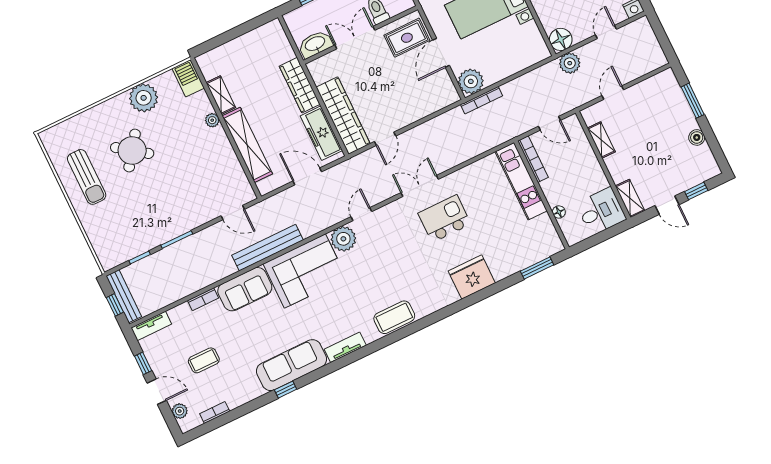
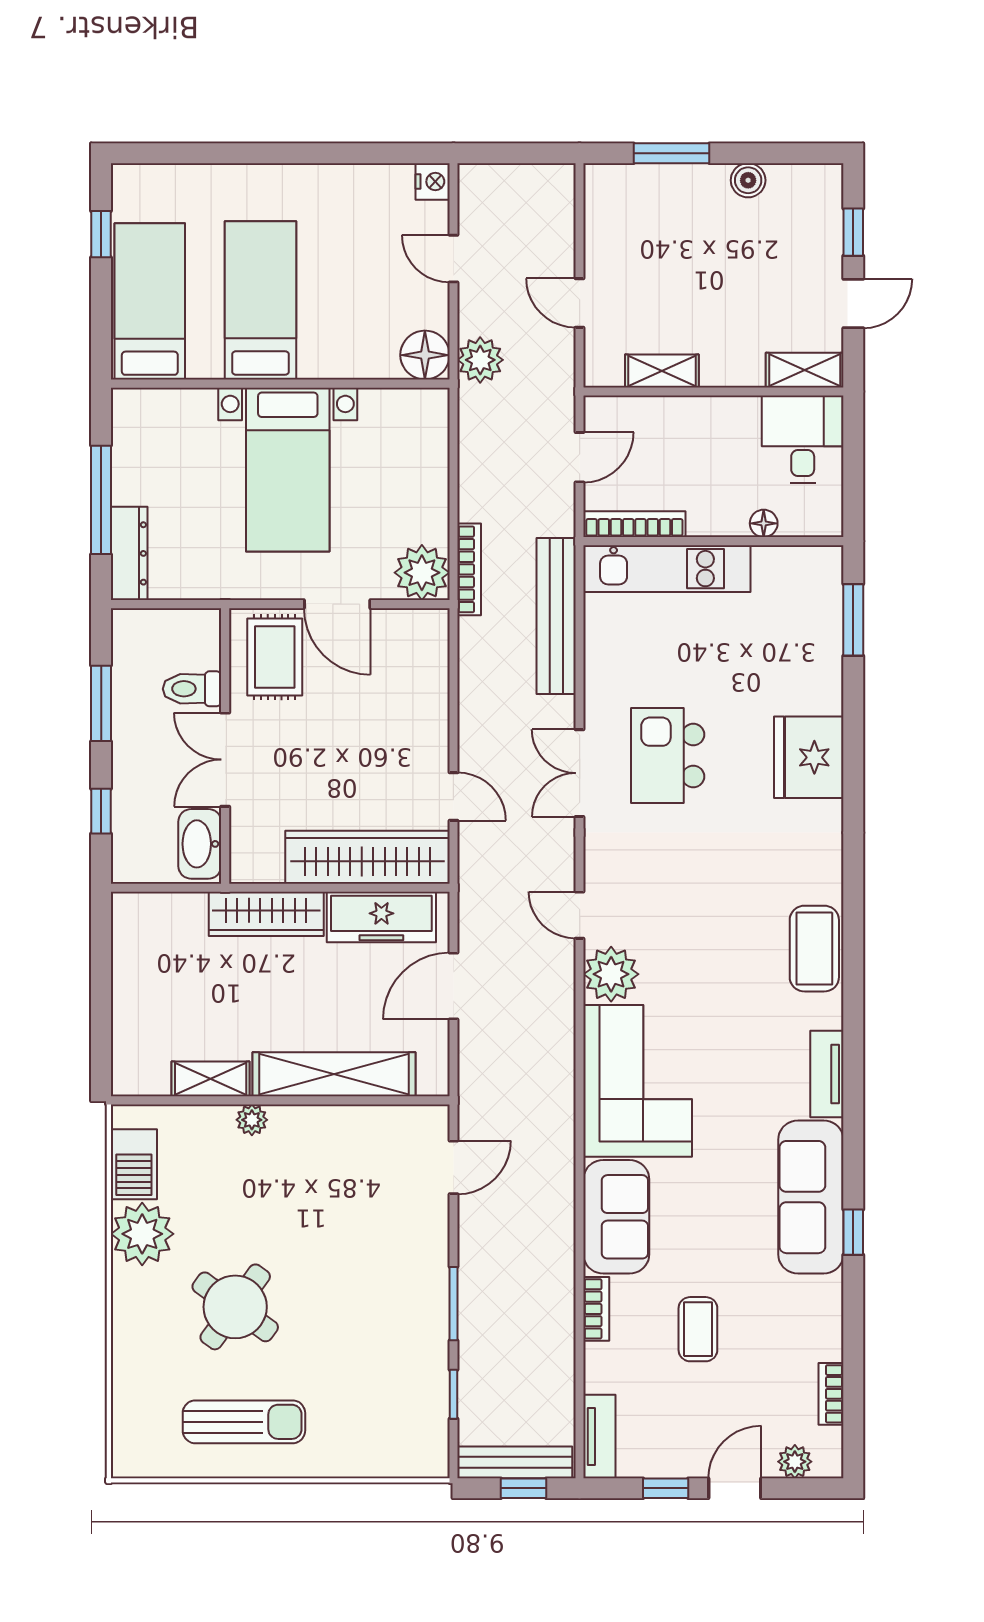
barbecue: (188, 78) -> (134, 1164), moved, turned -90
bench: (268, 248) -> (556, 616), moved
coffee table: (204, 360) -> (698, 1329), moved

